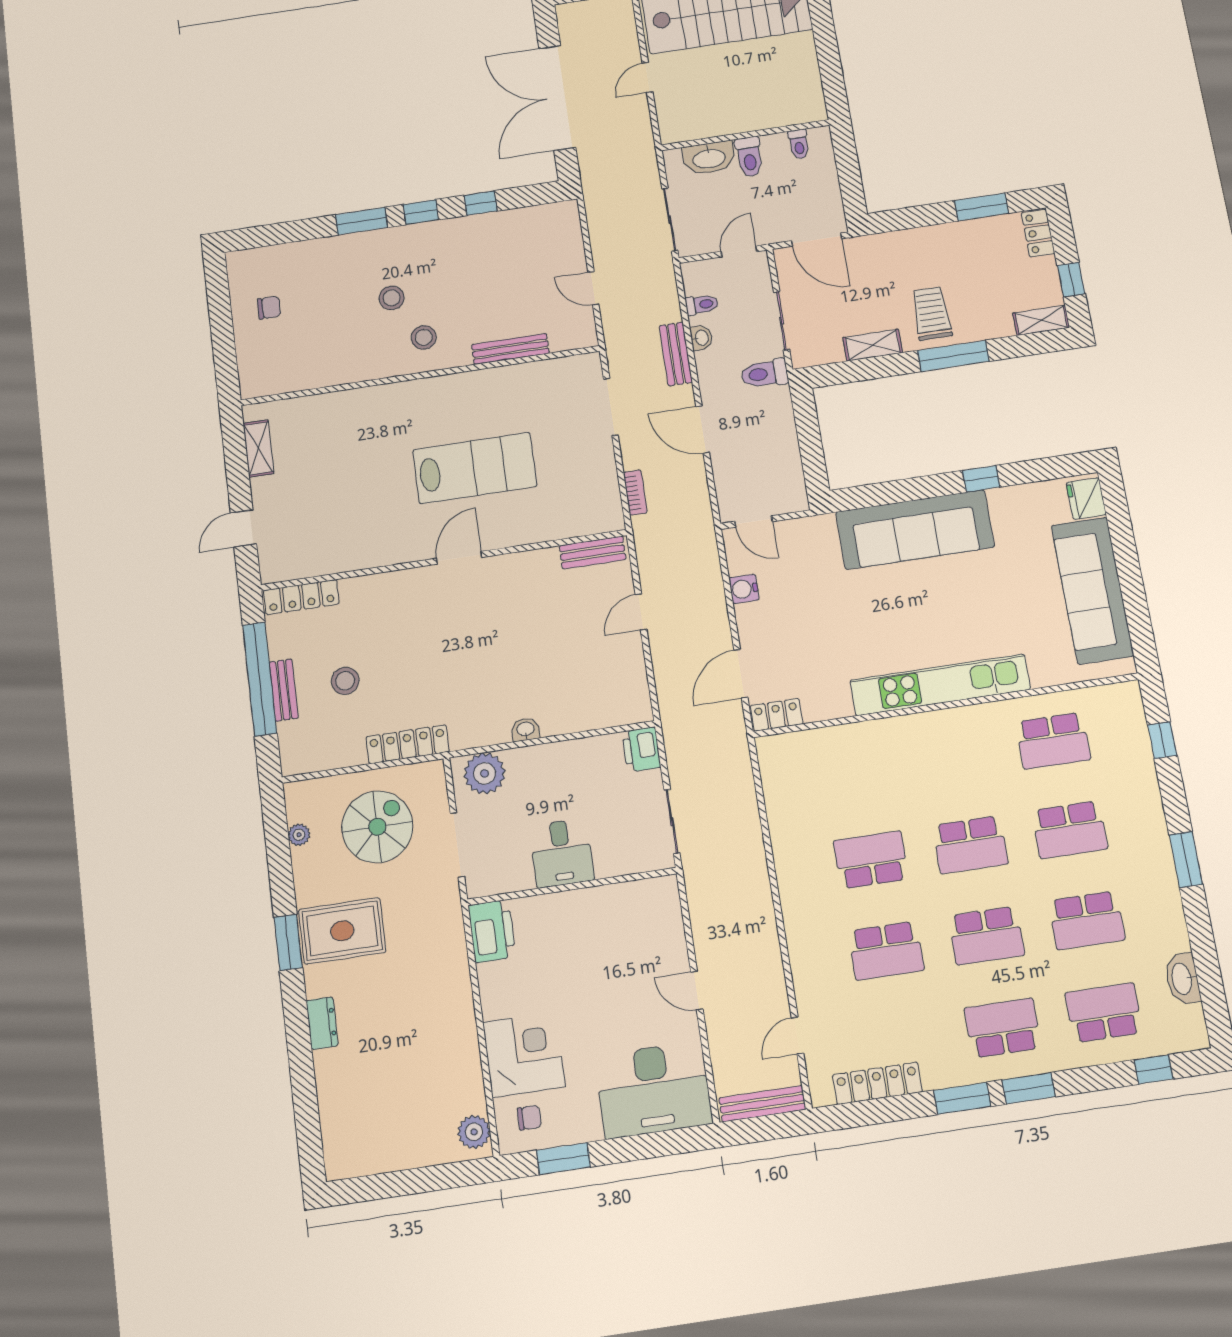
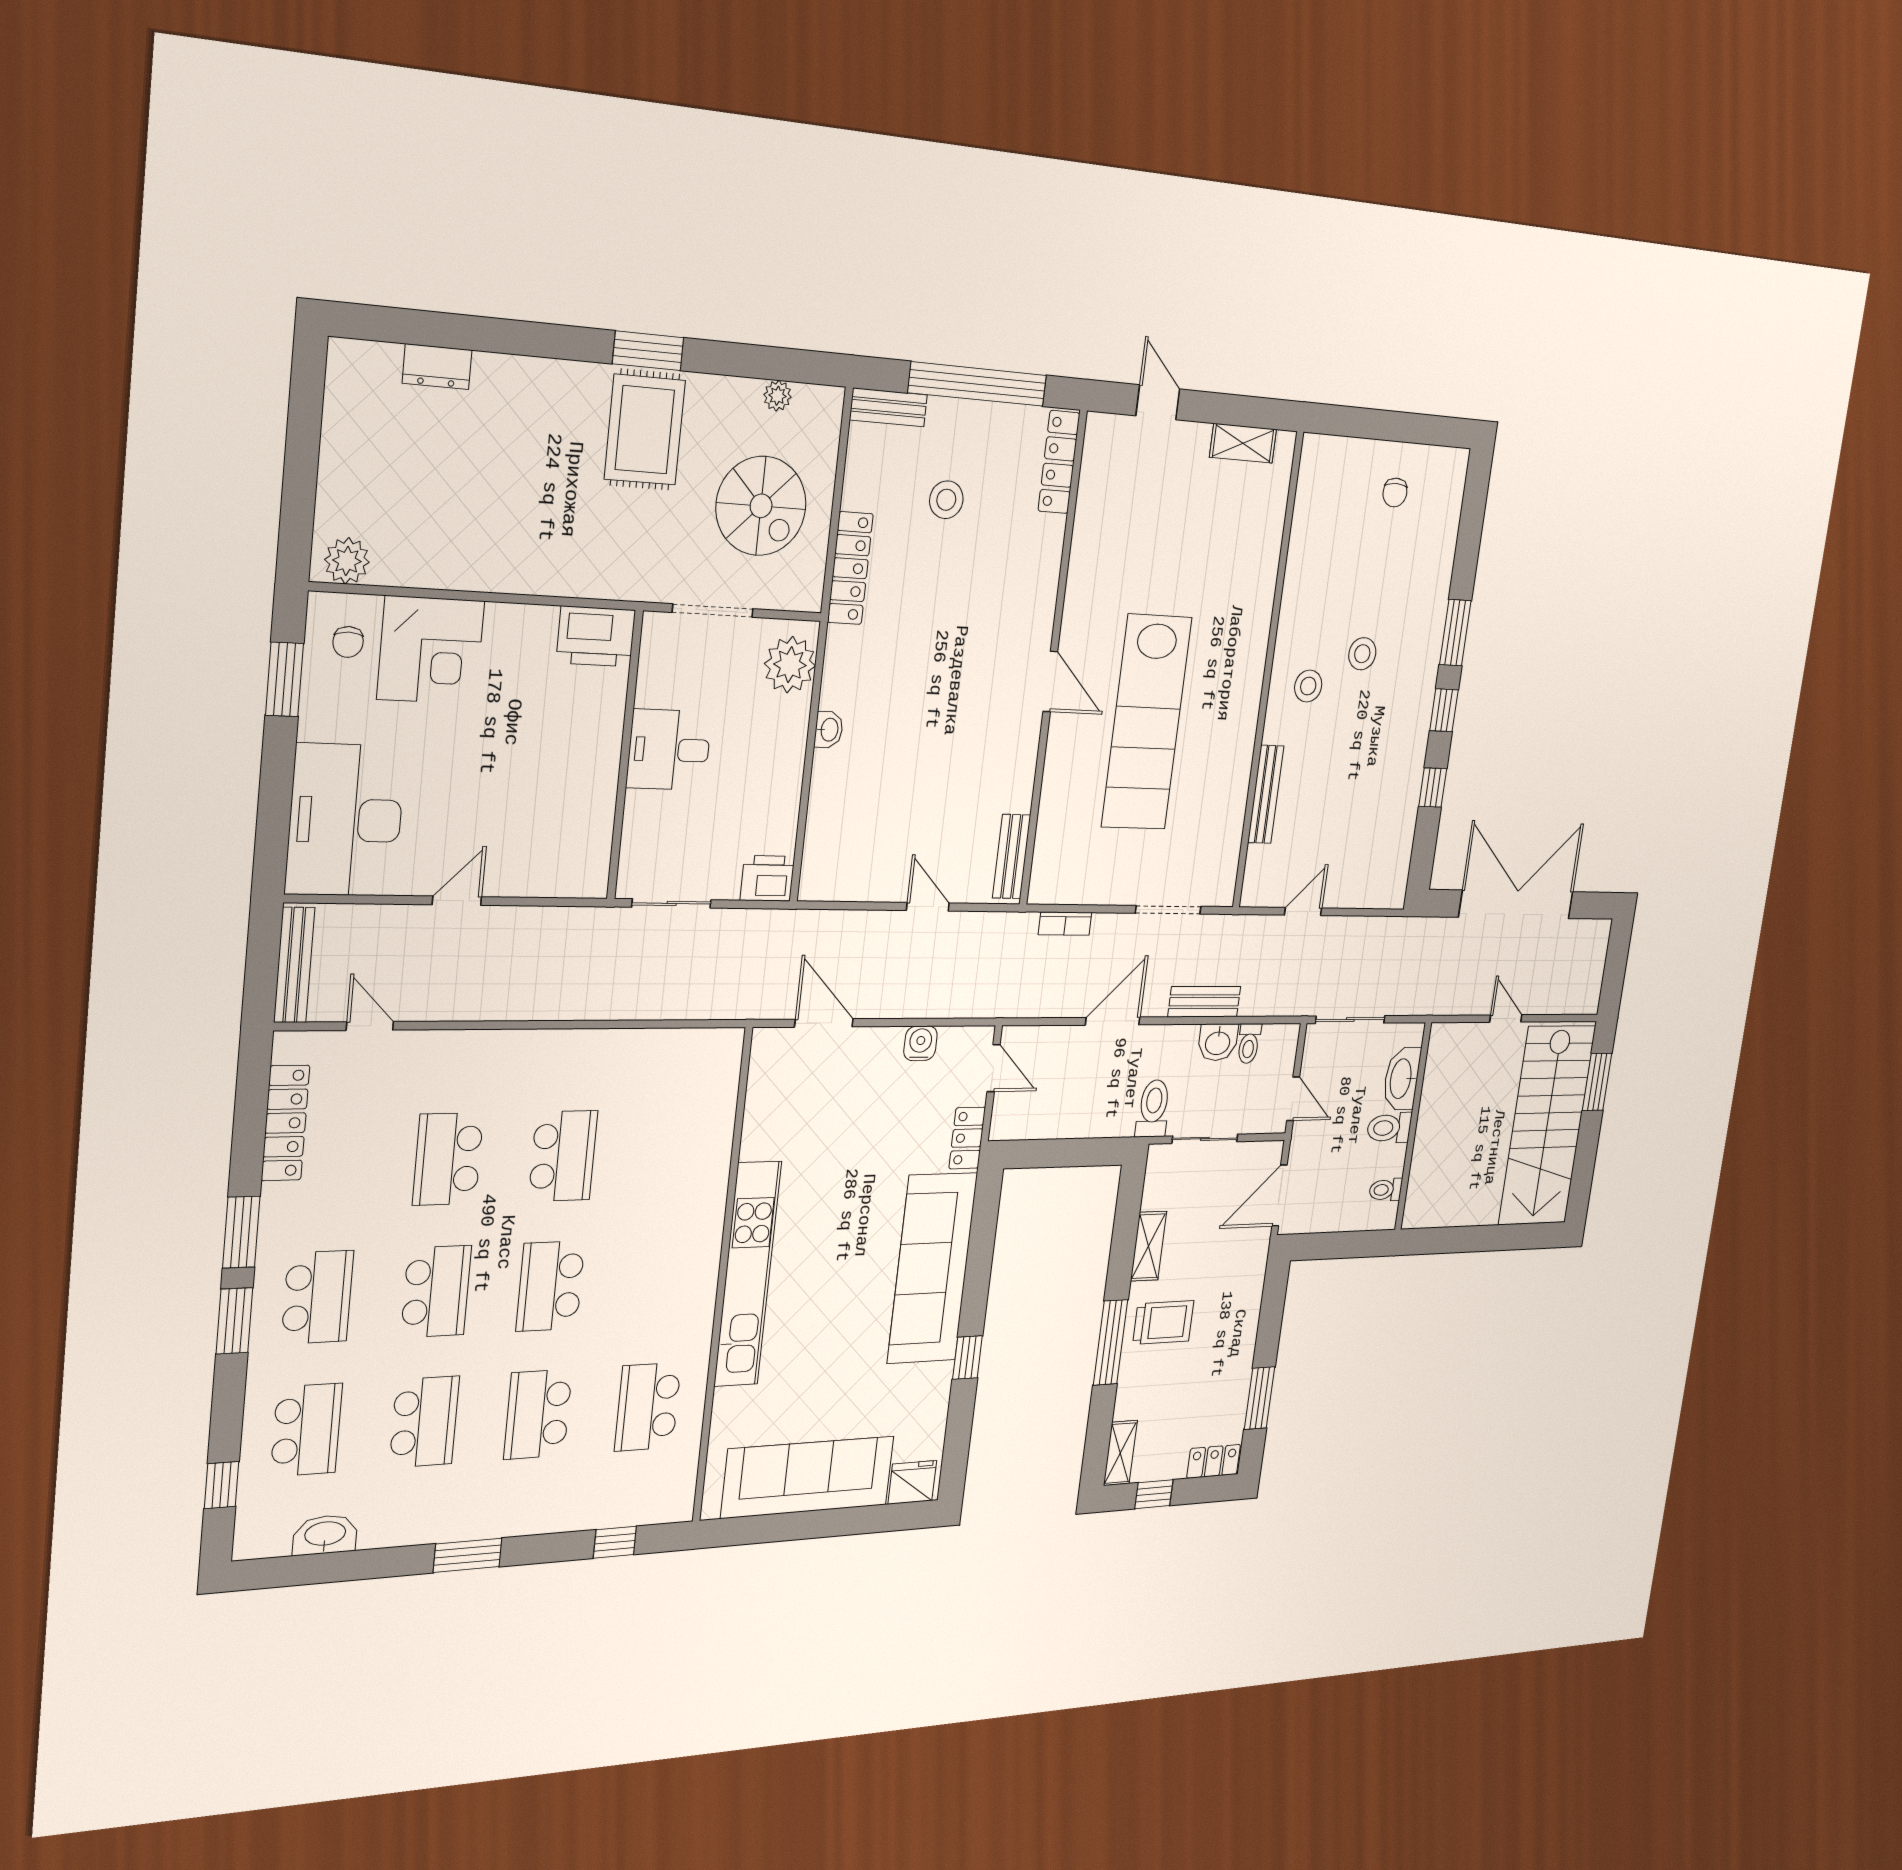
washbasin: (701, 338) -> (1218, 1042), width x1.38, depth x1.45
lab bench: (475, 468) -> (1147, 722), width x1.36
door: (754, 521) -> (994, 1068), swing flipped
bench: (284, 690) -> (888, 407), moved
locker: (776, 715) -> (967, 1138), moved, turned 180
school desk: (1087, 920) -> (424, 1422), turned 180
school desk: (986, 936) -> (436, 1292), turned 180
dresser: (322, 1023) -> (437, 367), moved

